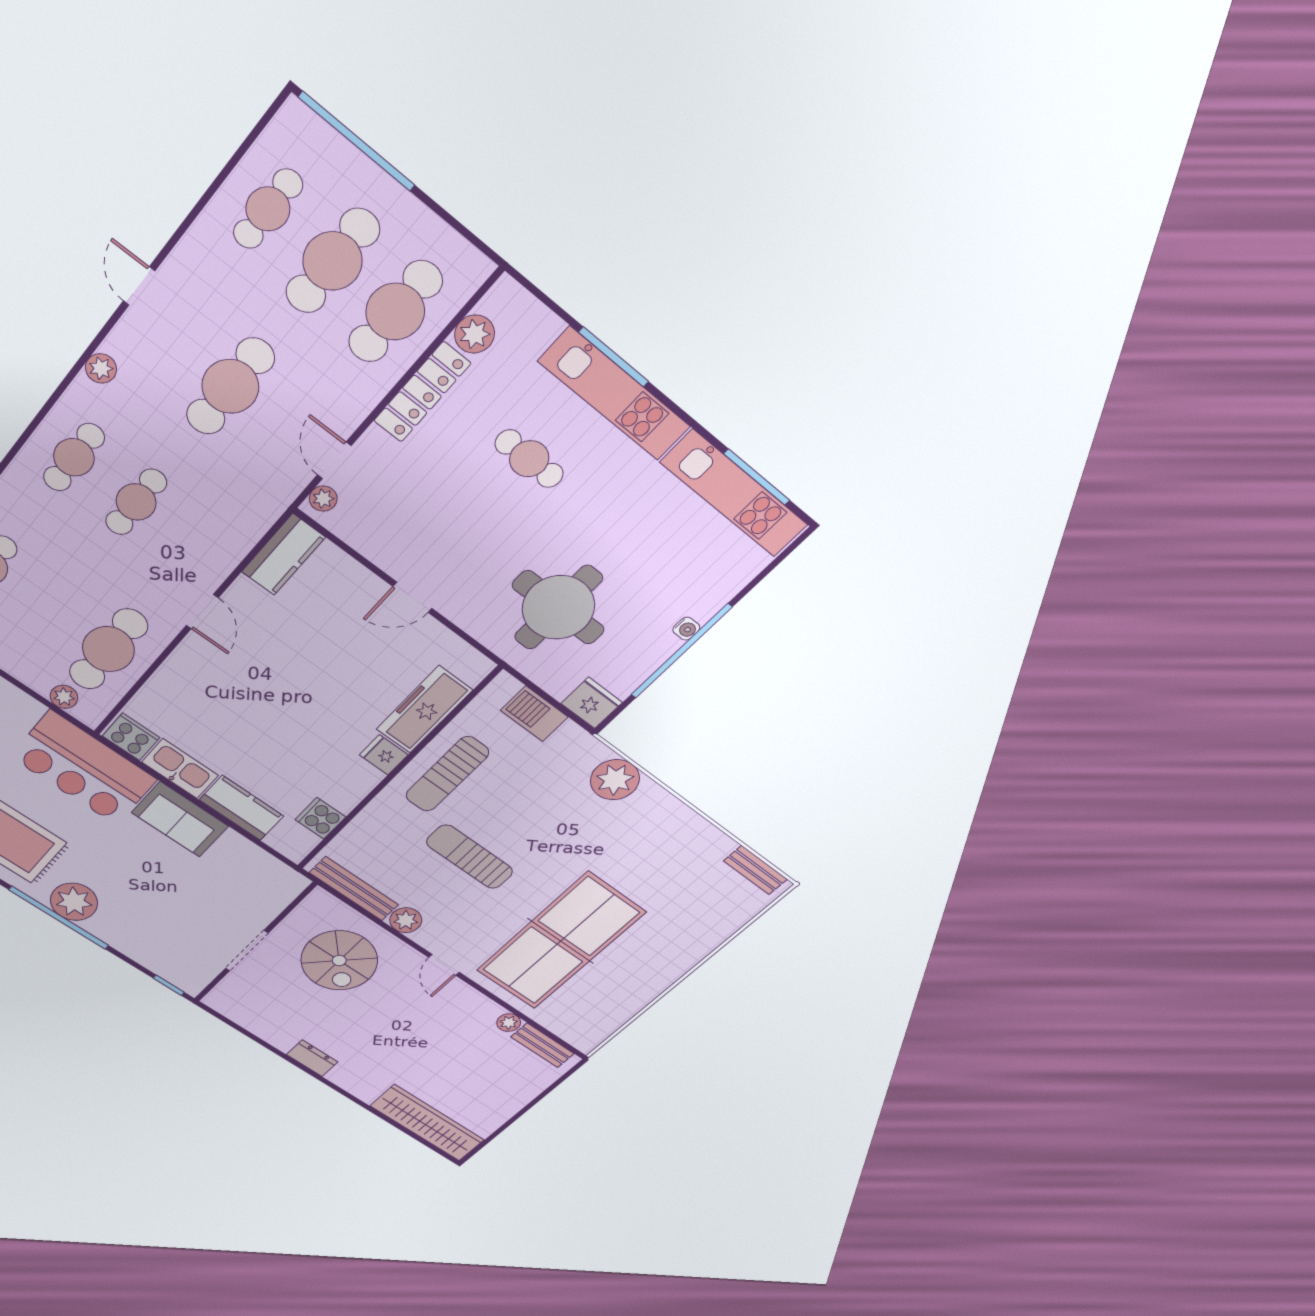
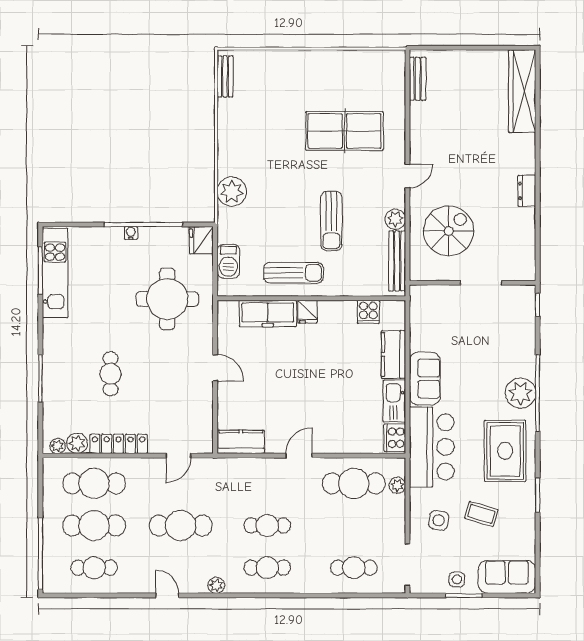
door: (139, 286) -> (167, 595), swing flipped
kitchen unit: (615, 394) -> (55, 364), removed
plant: (323, 499) -> (58, 446), moved
table tennis table: (561, 941) -> (344, 131), width x0.73, depth x0.76
plant: (509, 1023) -> (417, 110), removed

